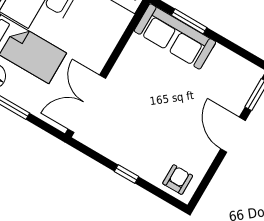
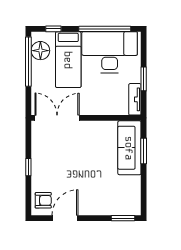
door: (233, 135) -> (65, 218), moved

